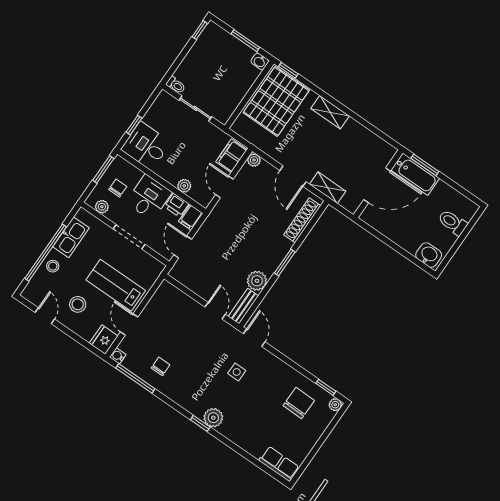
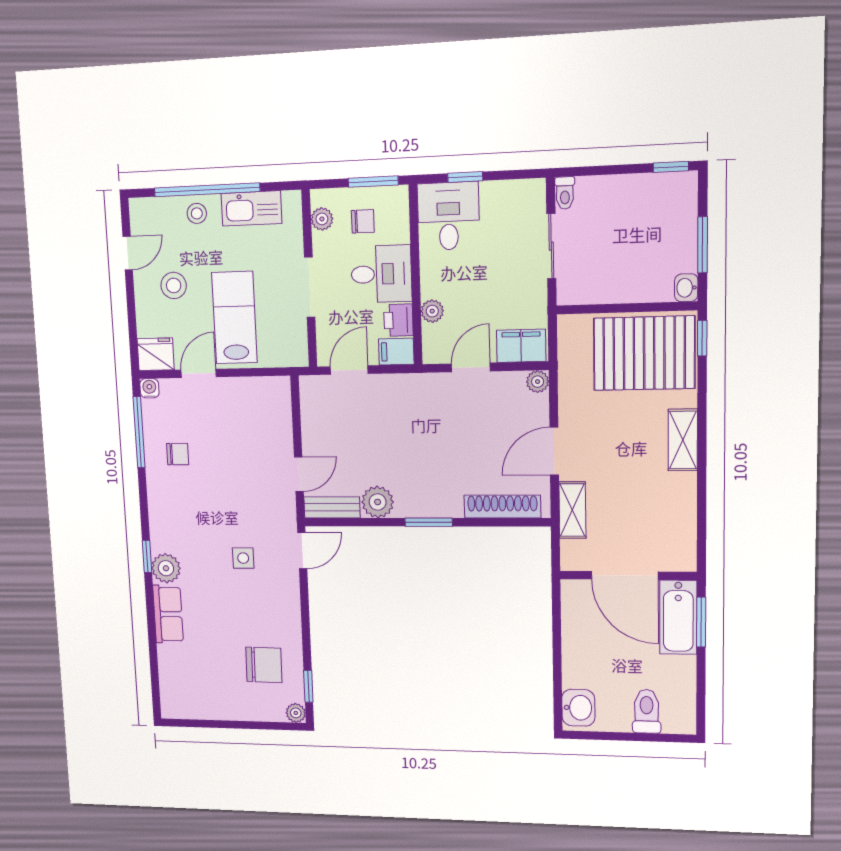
row of seats: (279, 464) -> (168, 614), moved

